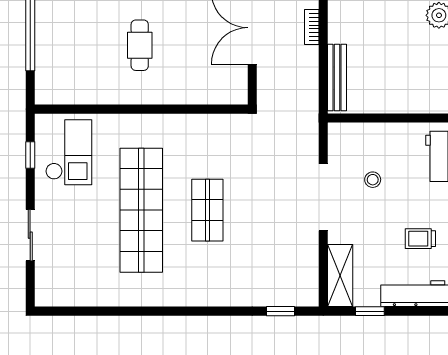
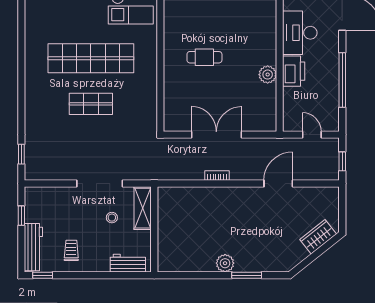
bench: (337, 78) -> (182, 193), removed
shelving: (340, 276) -> (143, 208), moved, turned 90

